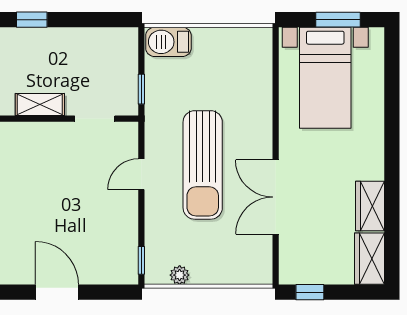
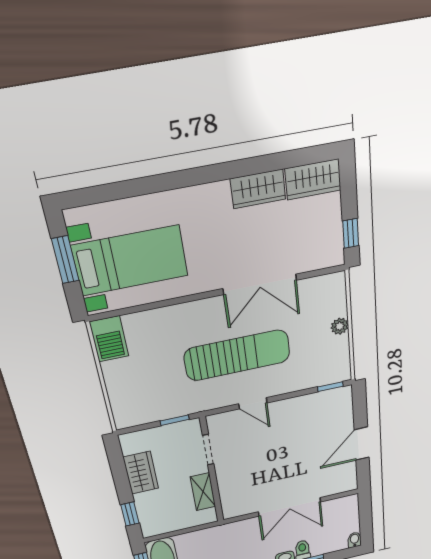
wardrobe: (84, 42) -> (141, 473), added
barbecue: (168, 42) -> (109, 339), moved
plant: (180, 275) -> (340, 326), moved

